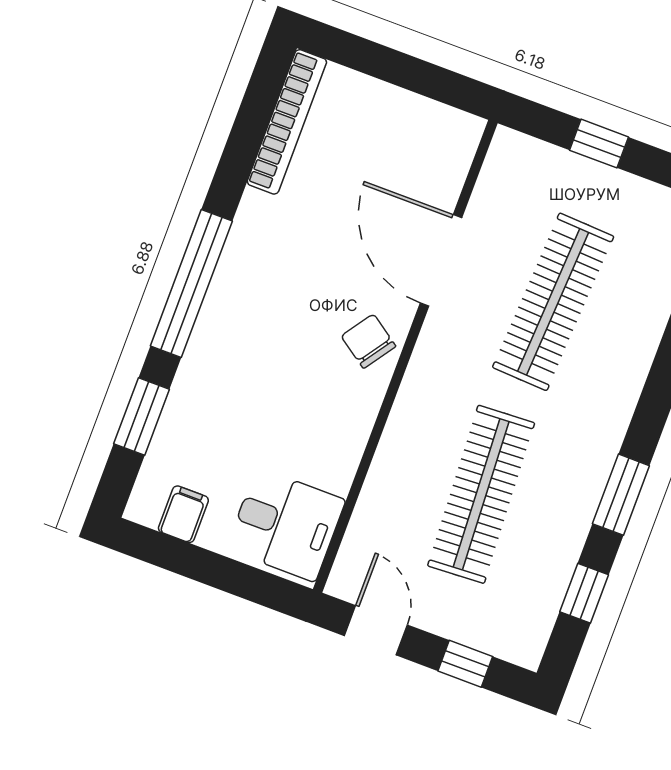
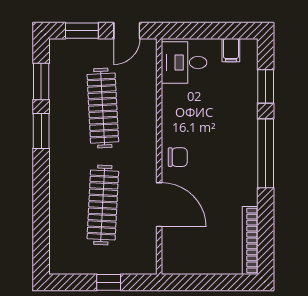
chair: (369, 341) -> (178, 157), turned -35
window: (584, 593) -> (41, 81), width x1.50
door: (376, 630) -> (127, 31), hinge flipped
window: (465, 664) -> (82, 31), width x1.50

